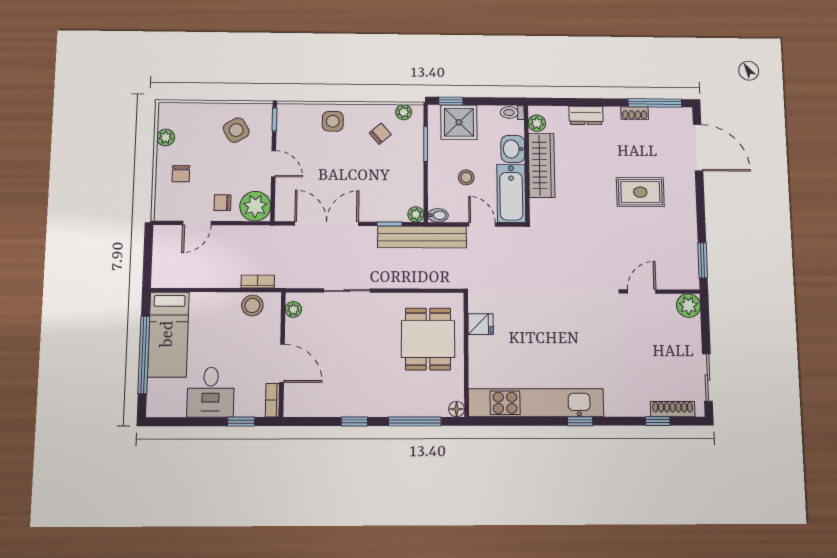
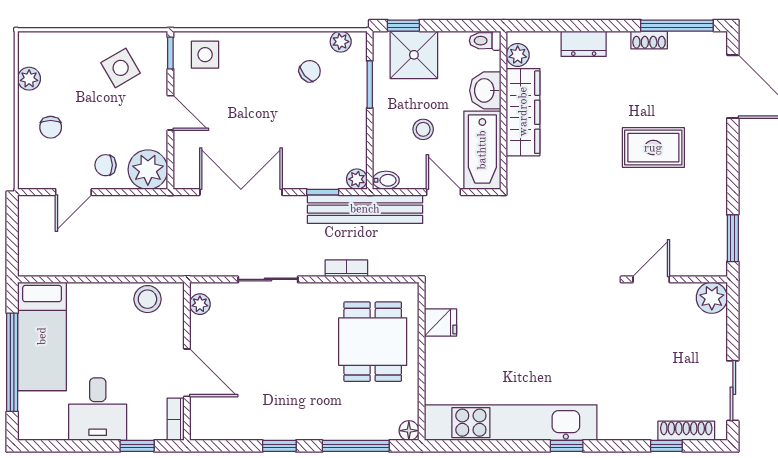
side table: (333, 121) -> (205, 55), moved
bookcase: (258, 282) -> (346, 268), moved

